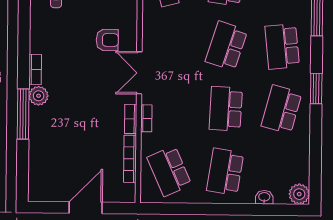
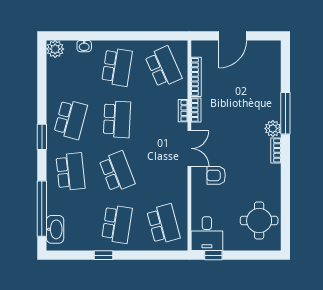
school desk: (226, 46) -> (117, 172), turned -39

